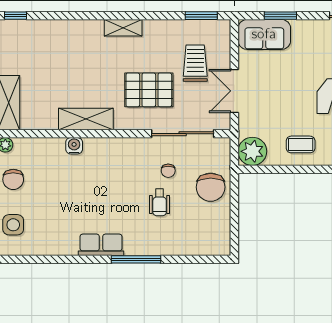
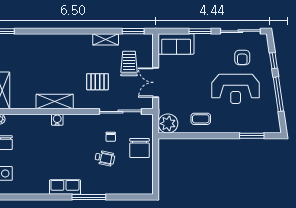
window: (280, 16) -> (200, 31), moved
shelving: (123, 28) -> (106, 39), moved
pallet: (149, 90) -> (98, 82), width x0.67, depth x0.71
water cooler: (74, 146) -> (57, 120), moved
wheelchair: (160, 202) -> (105, 158), turned -78

